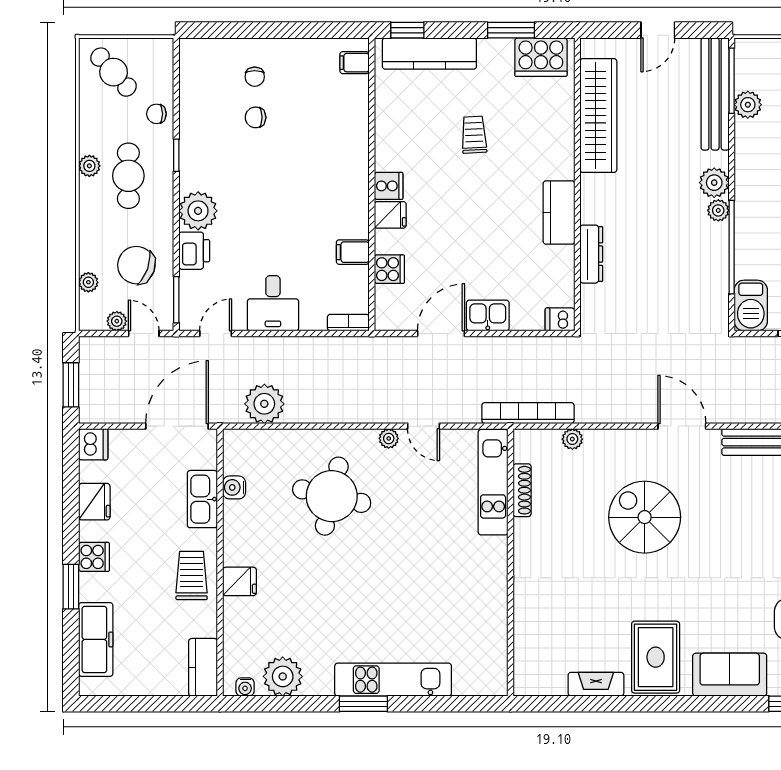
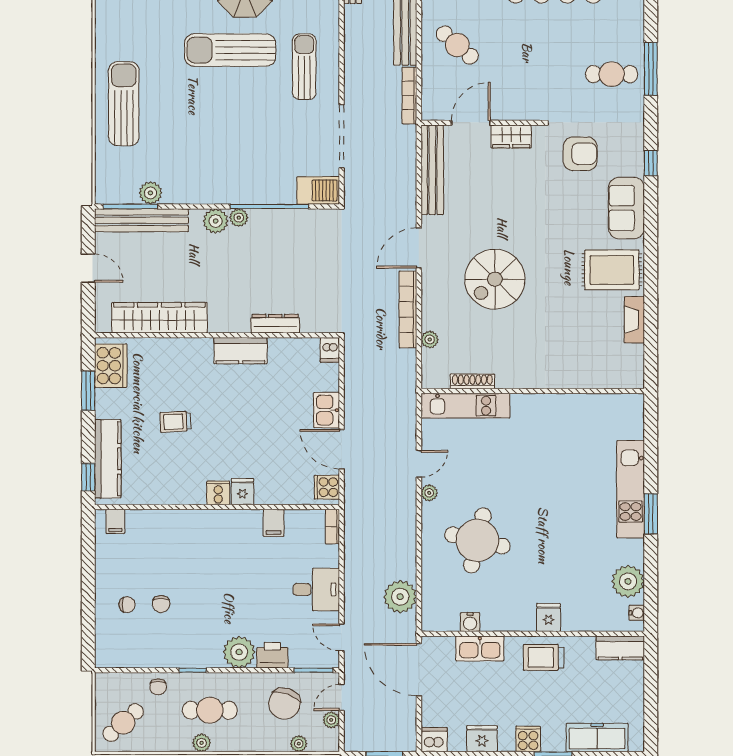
cooker: (389, 269) -> (327, 487), moved, turned -90
bookcase: (528, 413) -> (408, 309), moved

